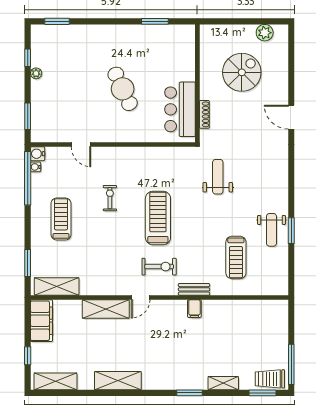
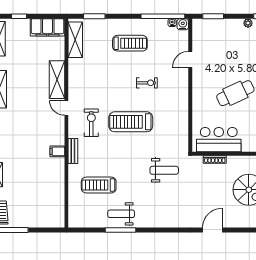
treadmill: (158, 218) -> (131, 122), turned 180
window: (291, 231) -> (121, 230), width x1.44
exercise bike: (159, 267) -> (91, 123), turned 180

